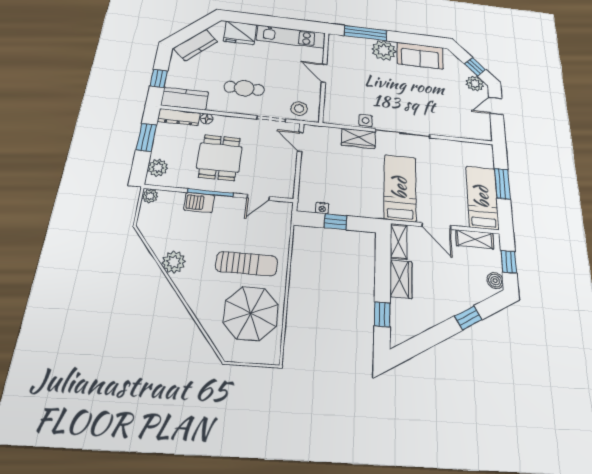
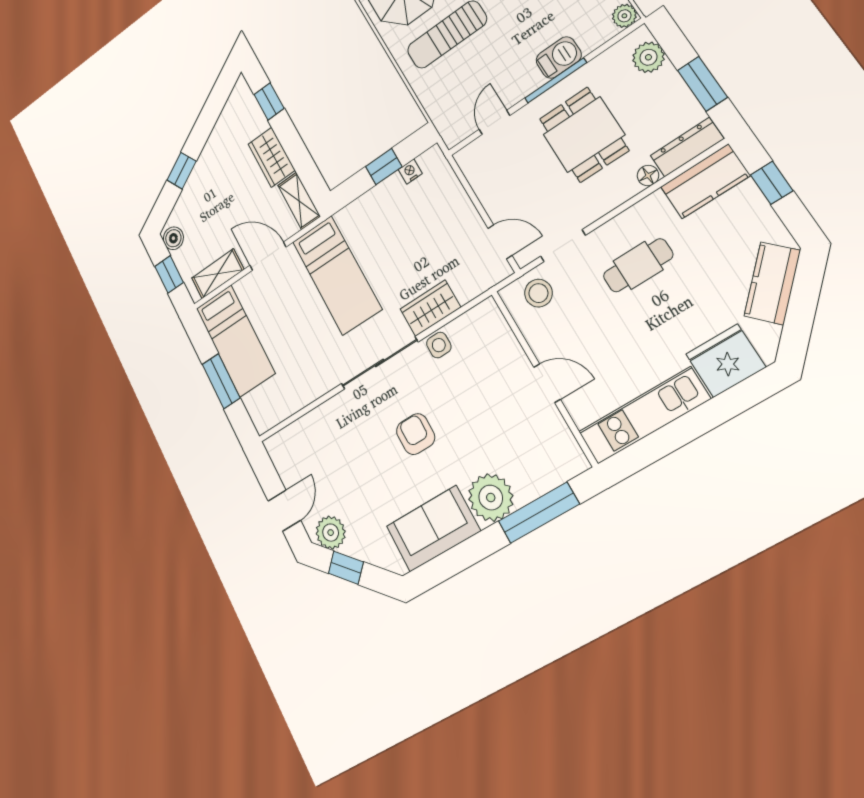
armchair: (404, 94) -> (416, 434), added

